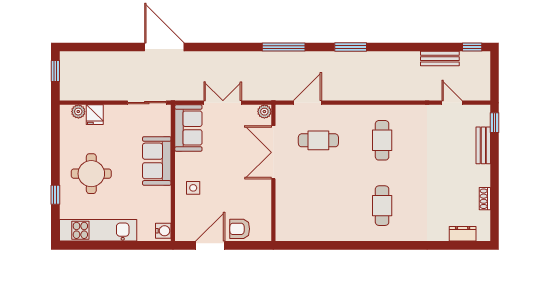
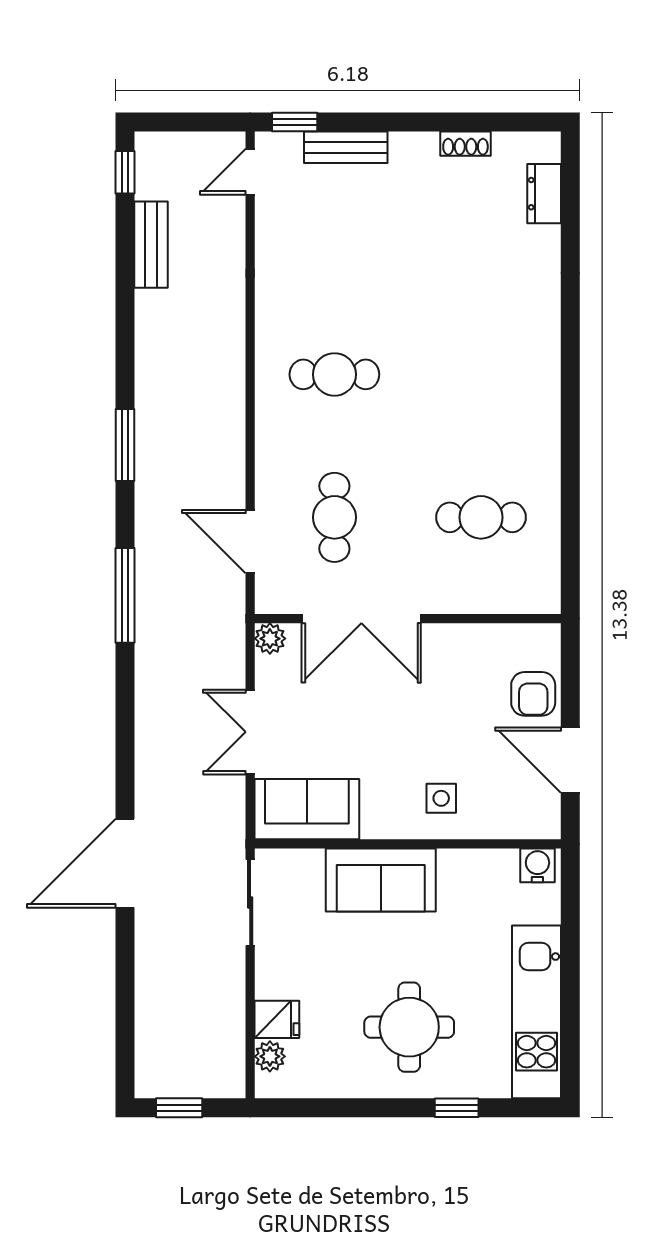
door: (452, 103) -> (250, 172), moved
cafe table: (382, 206) -> (481, 517), moved

